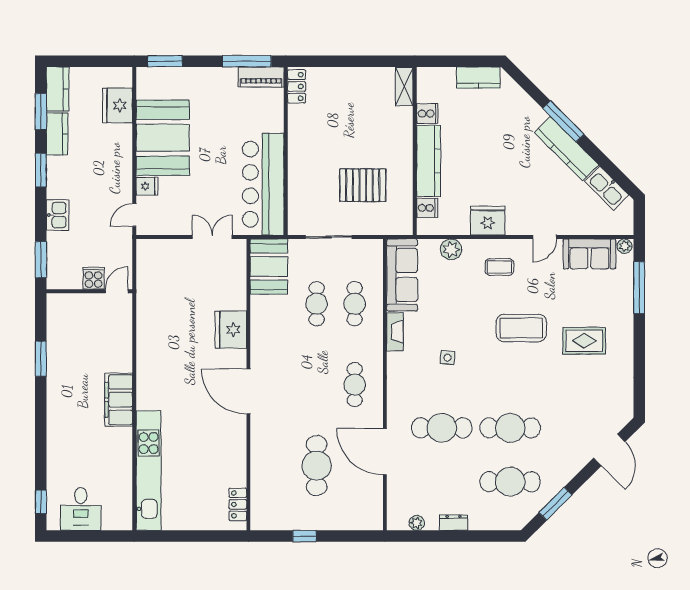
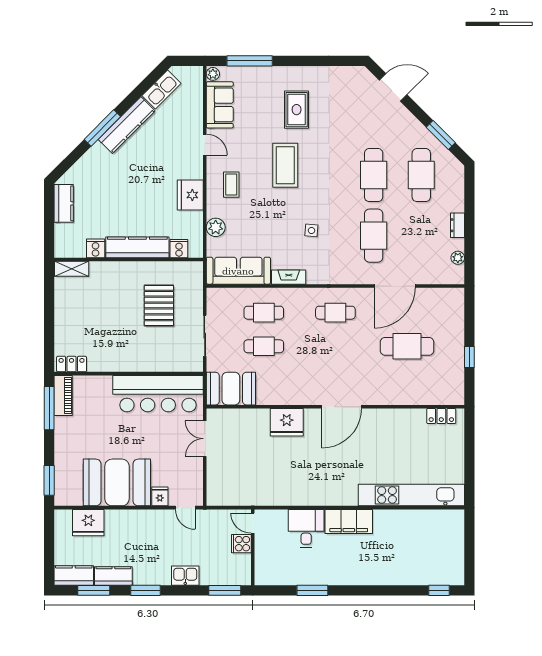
desk: (81, 509) -> (306, 528), moved, turned -90

